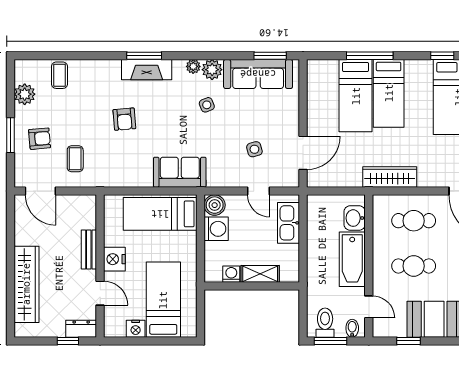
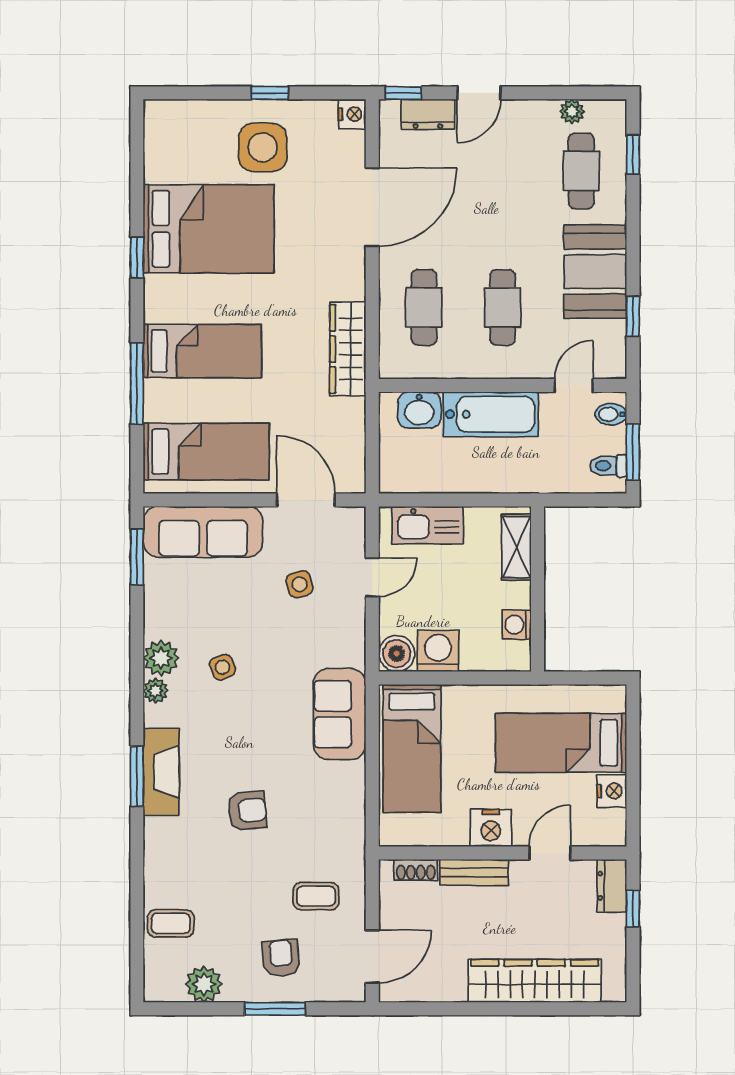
sofa: (258, 74) -> (203, 532), moved, turned 90
bed: (356, 96) -> (206, 451), moved
shoe rack: (90, 216) -> (416, 870), added
shelving: (260, 274) -> (516, 547), moved
toilet: (325, 323) -> (608, 466), width x0.73, depth x0.72

